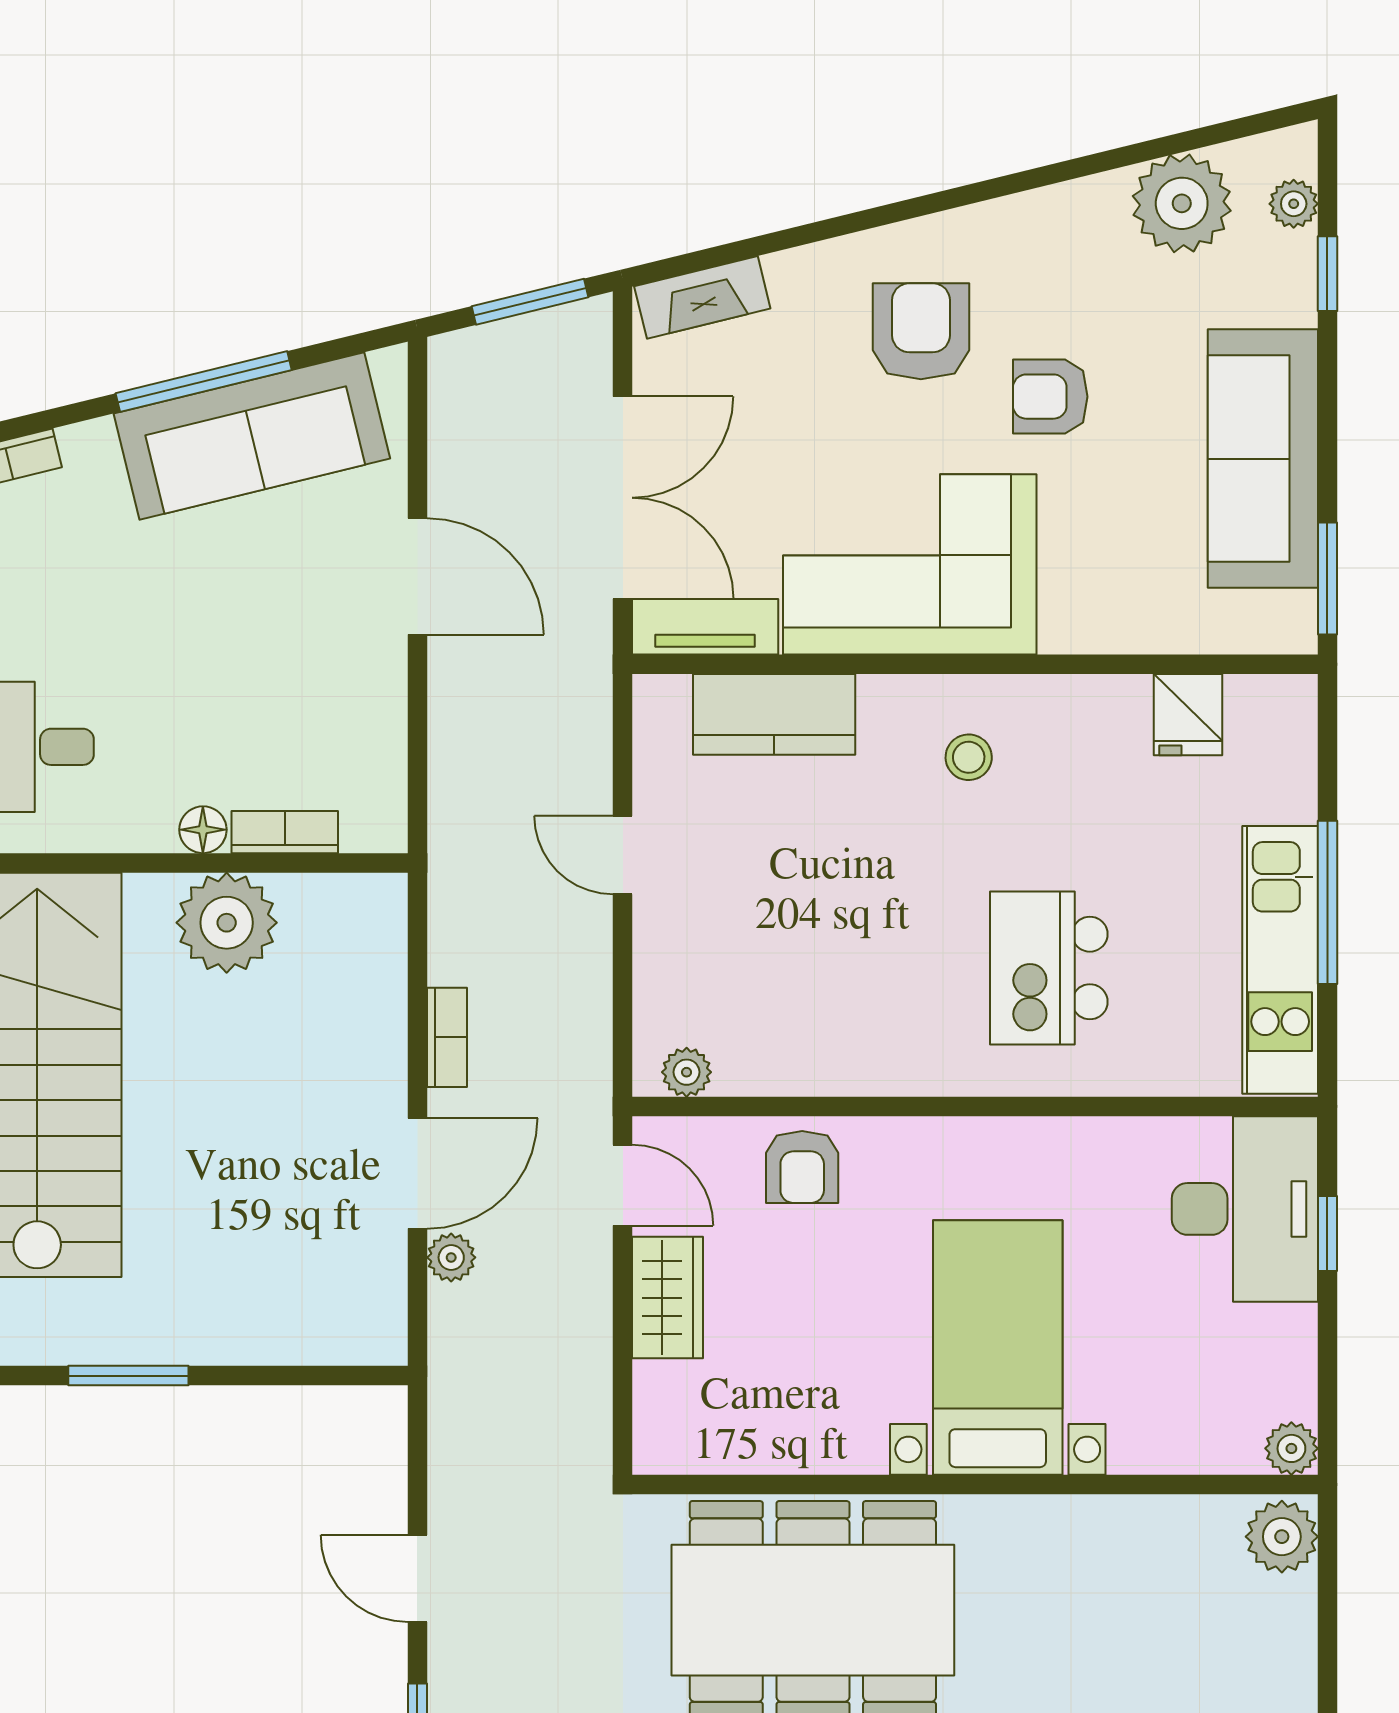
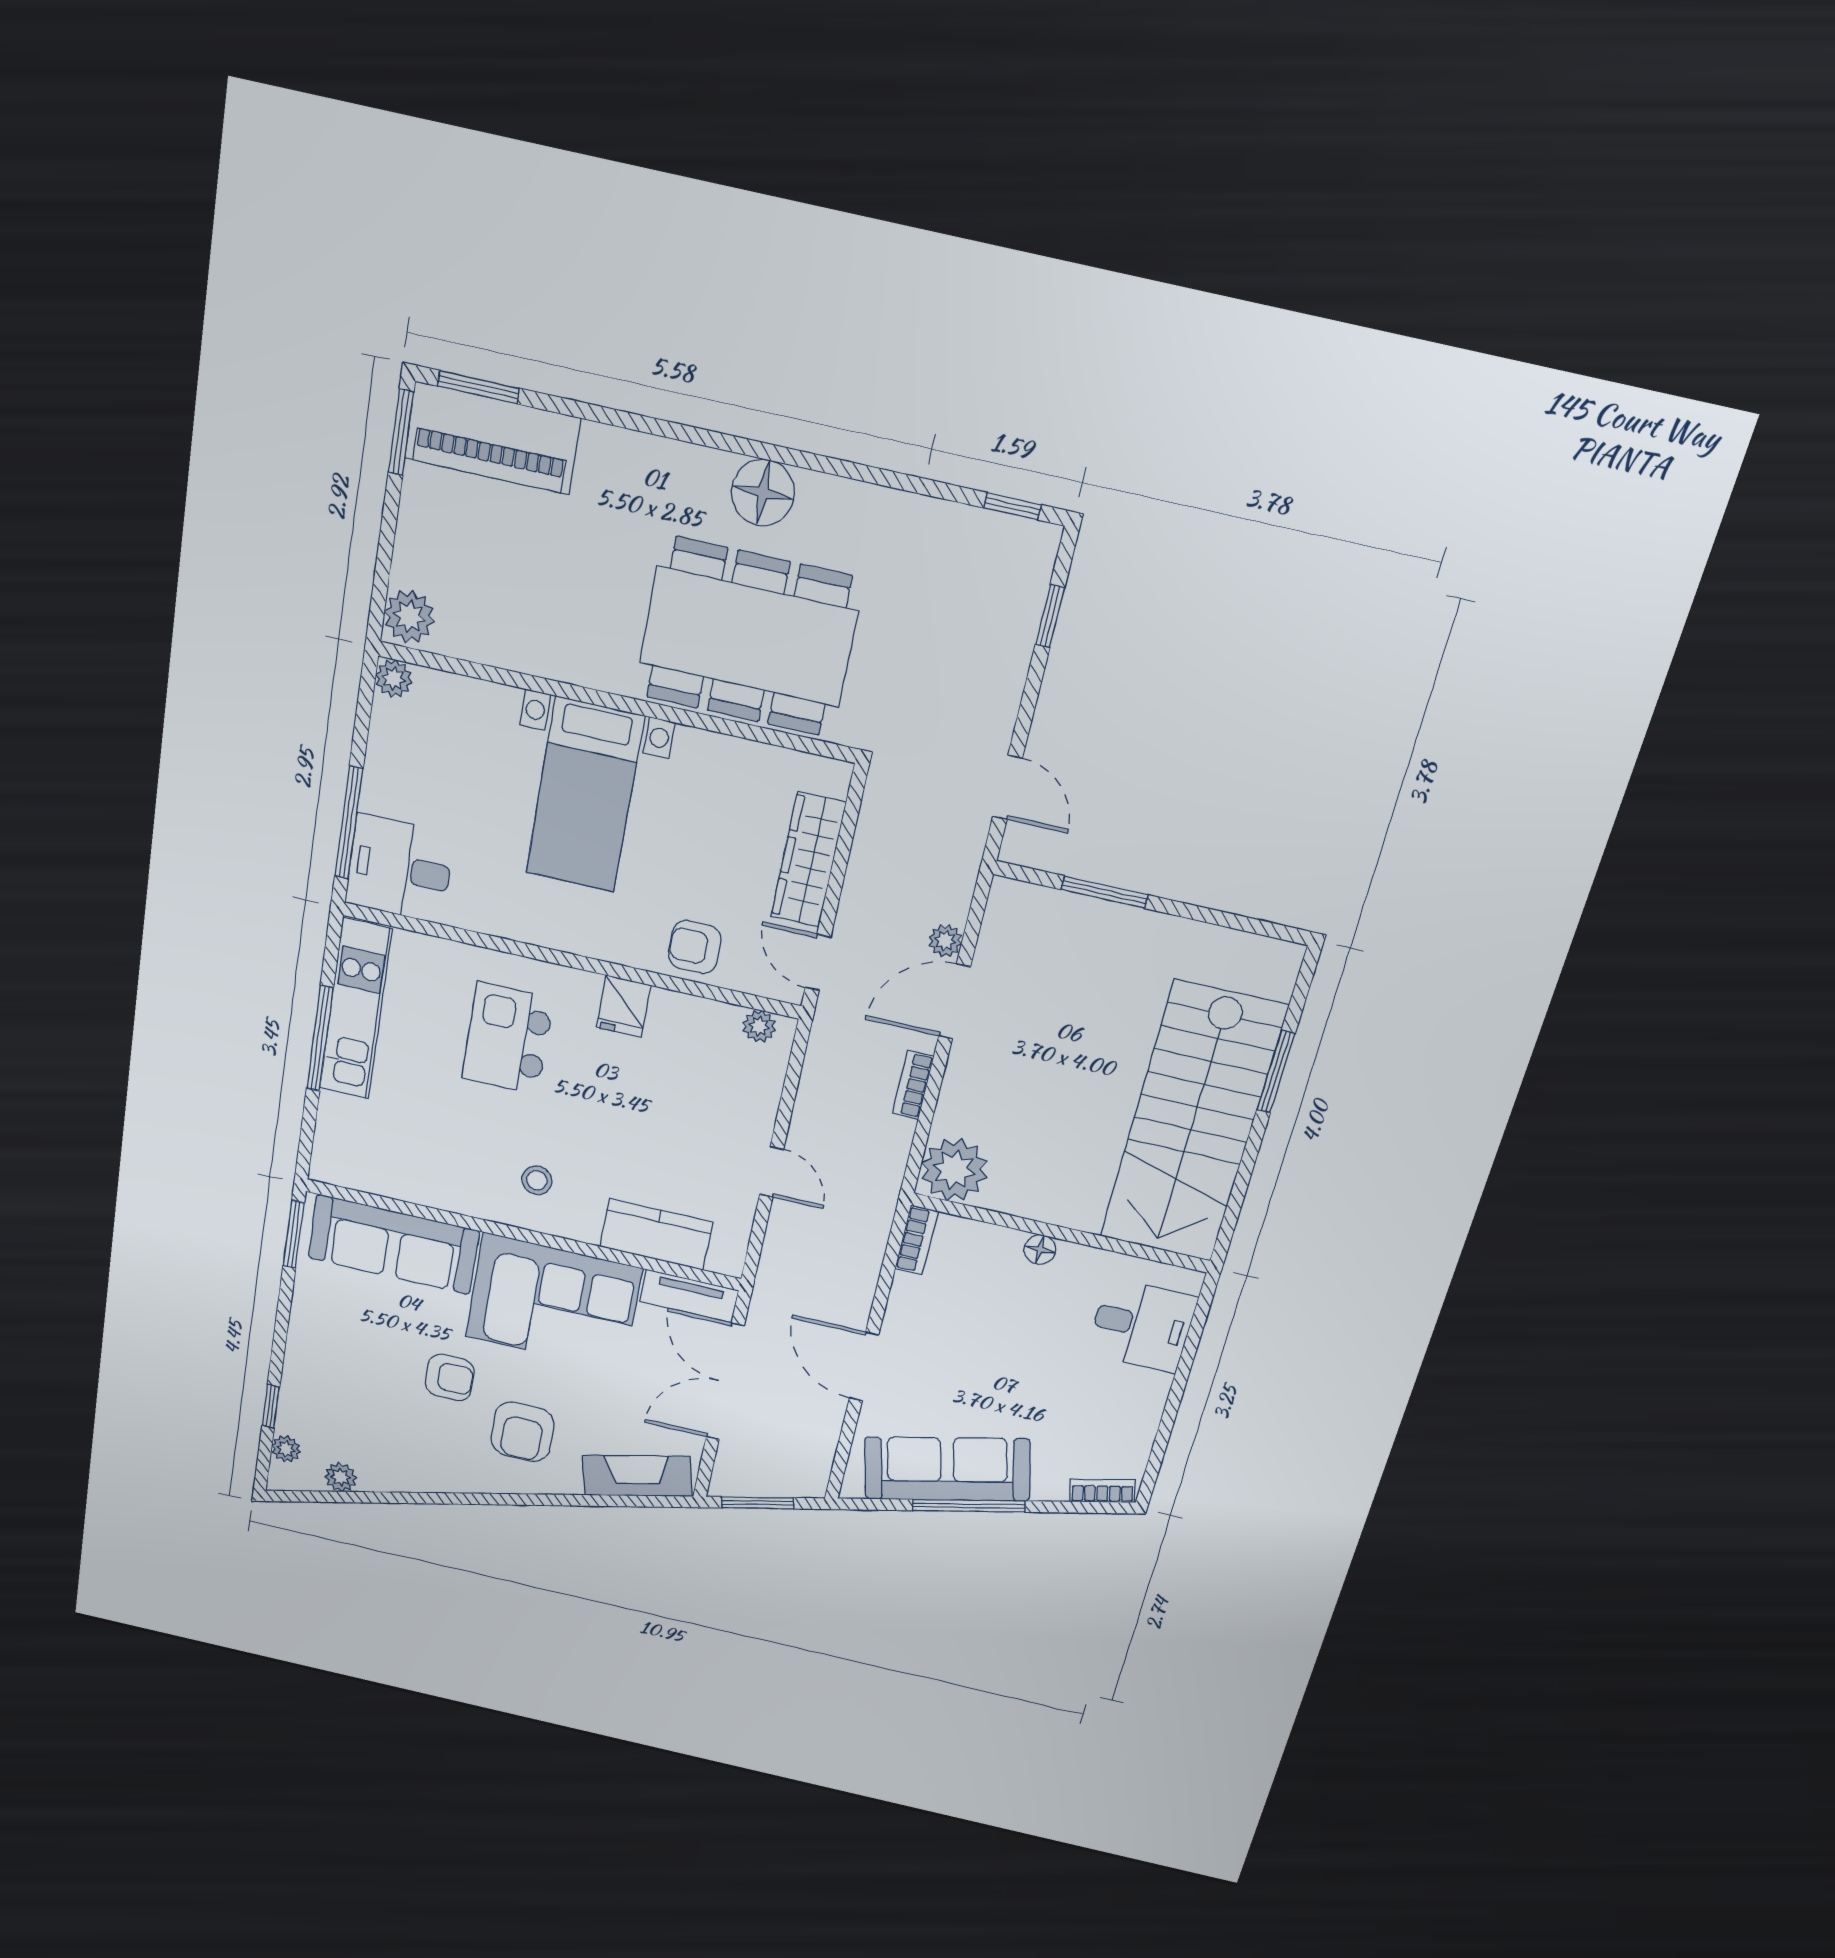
plant: (1182, 203) -> (341, 1477), width x0.53, depth x0.53
fireplace: (702, 297) -> (637, 1476), width x1.37, depth x1.32
sofa: (1263, 459) -> (394, 1244), moved, turned 90
fridge: (1188, 715) -> (624, 1006), moved, turned 180
bookcase: (285, 832) -> (916, 1240), moved, turned -90
plant: (227, 923) -> (954, 1170), moved
kitchen island: (1049, 968) -> (508, 1038), turned 180
armchair: (802, 1167) -> (695, 947), turned -90
desk: (1245, 1209) -> (400, 869), width x0.73
window: (1327, 1233) -> (349, 823), width x2.17
wardrobe: (667, 1298) -> (808, 860), width x1.50
window: (128, 1376) -> (1105, 892), moved
door: (417, 1579) -> (1008, 787), moved

